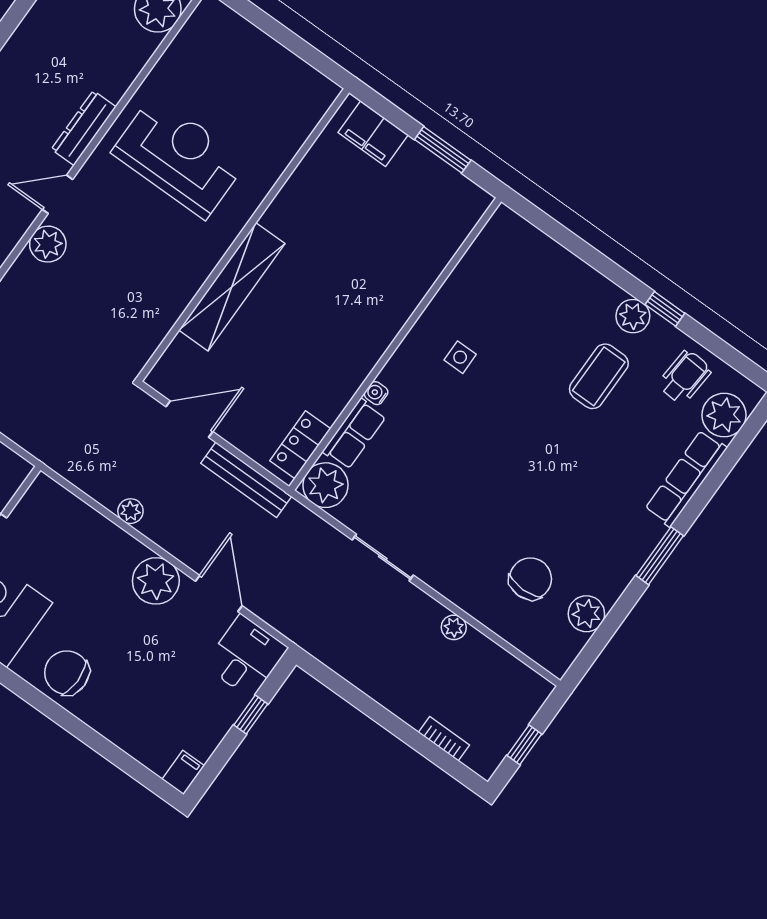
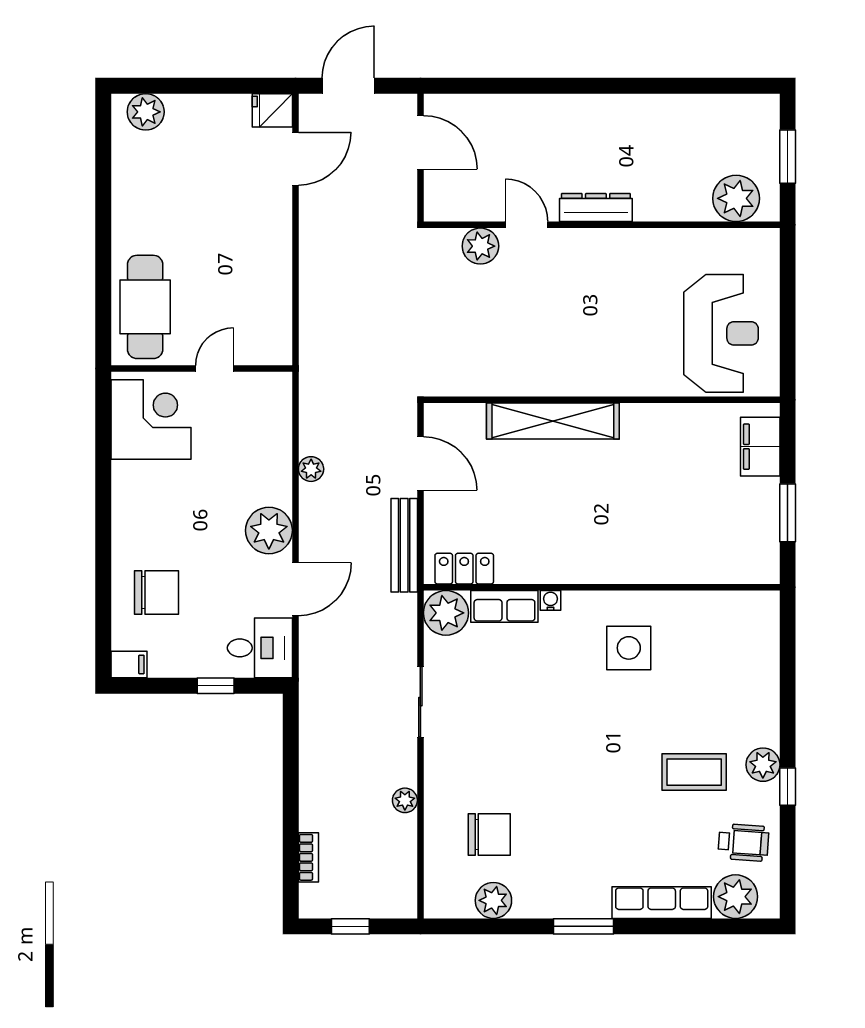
reception desk: (179, 157) -> (721, 333), moved
side table: (460, 357) -> (629, 648), width x1.87, depth x1.87
chair: (67, 673) -> (156, 593), moved, turned 90

